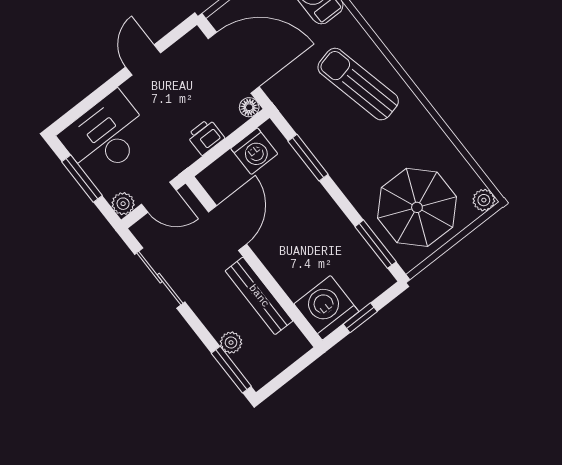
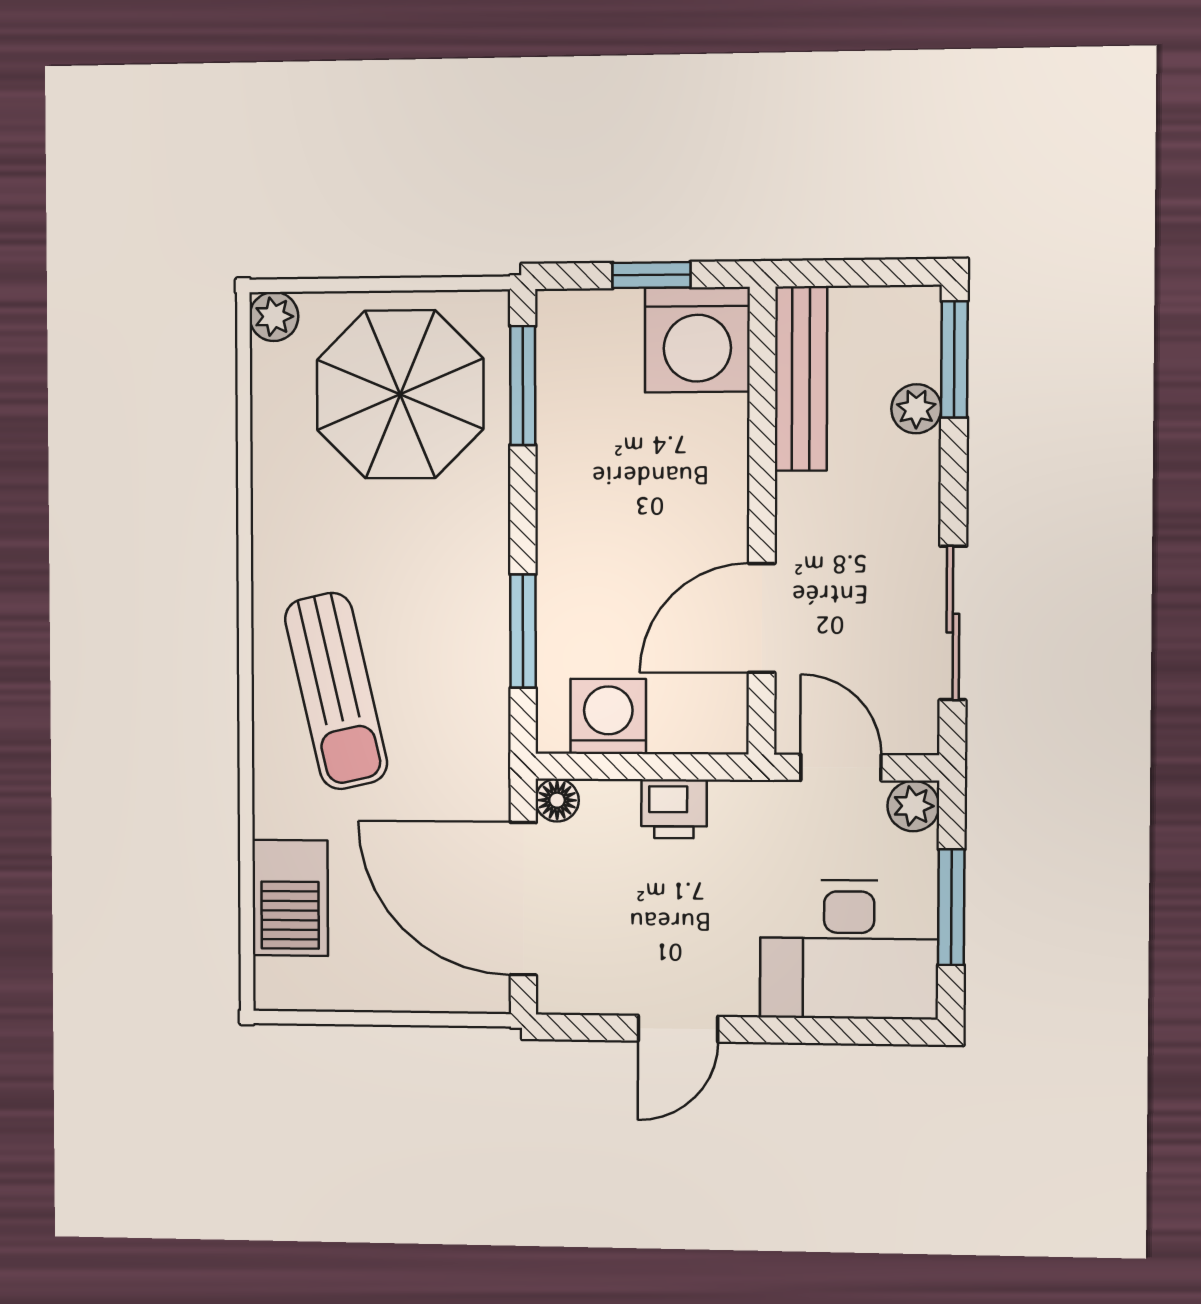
bench: (259, 296) -> (801, 379), moved

